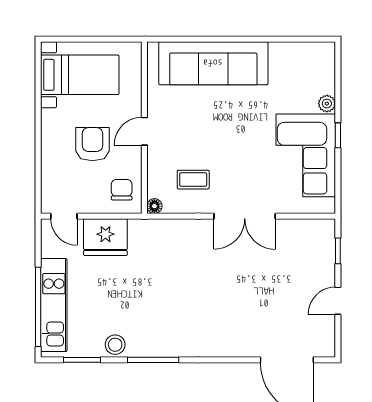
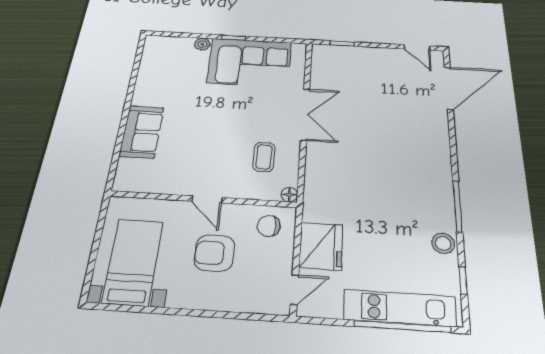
sofa: (213, 63) -> (142, 132), width x0.54, depth x0.79
door: (338, 301) -> (417, 47), moved
window: (82, 360) -> (463, 280), width x0.67

